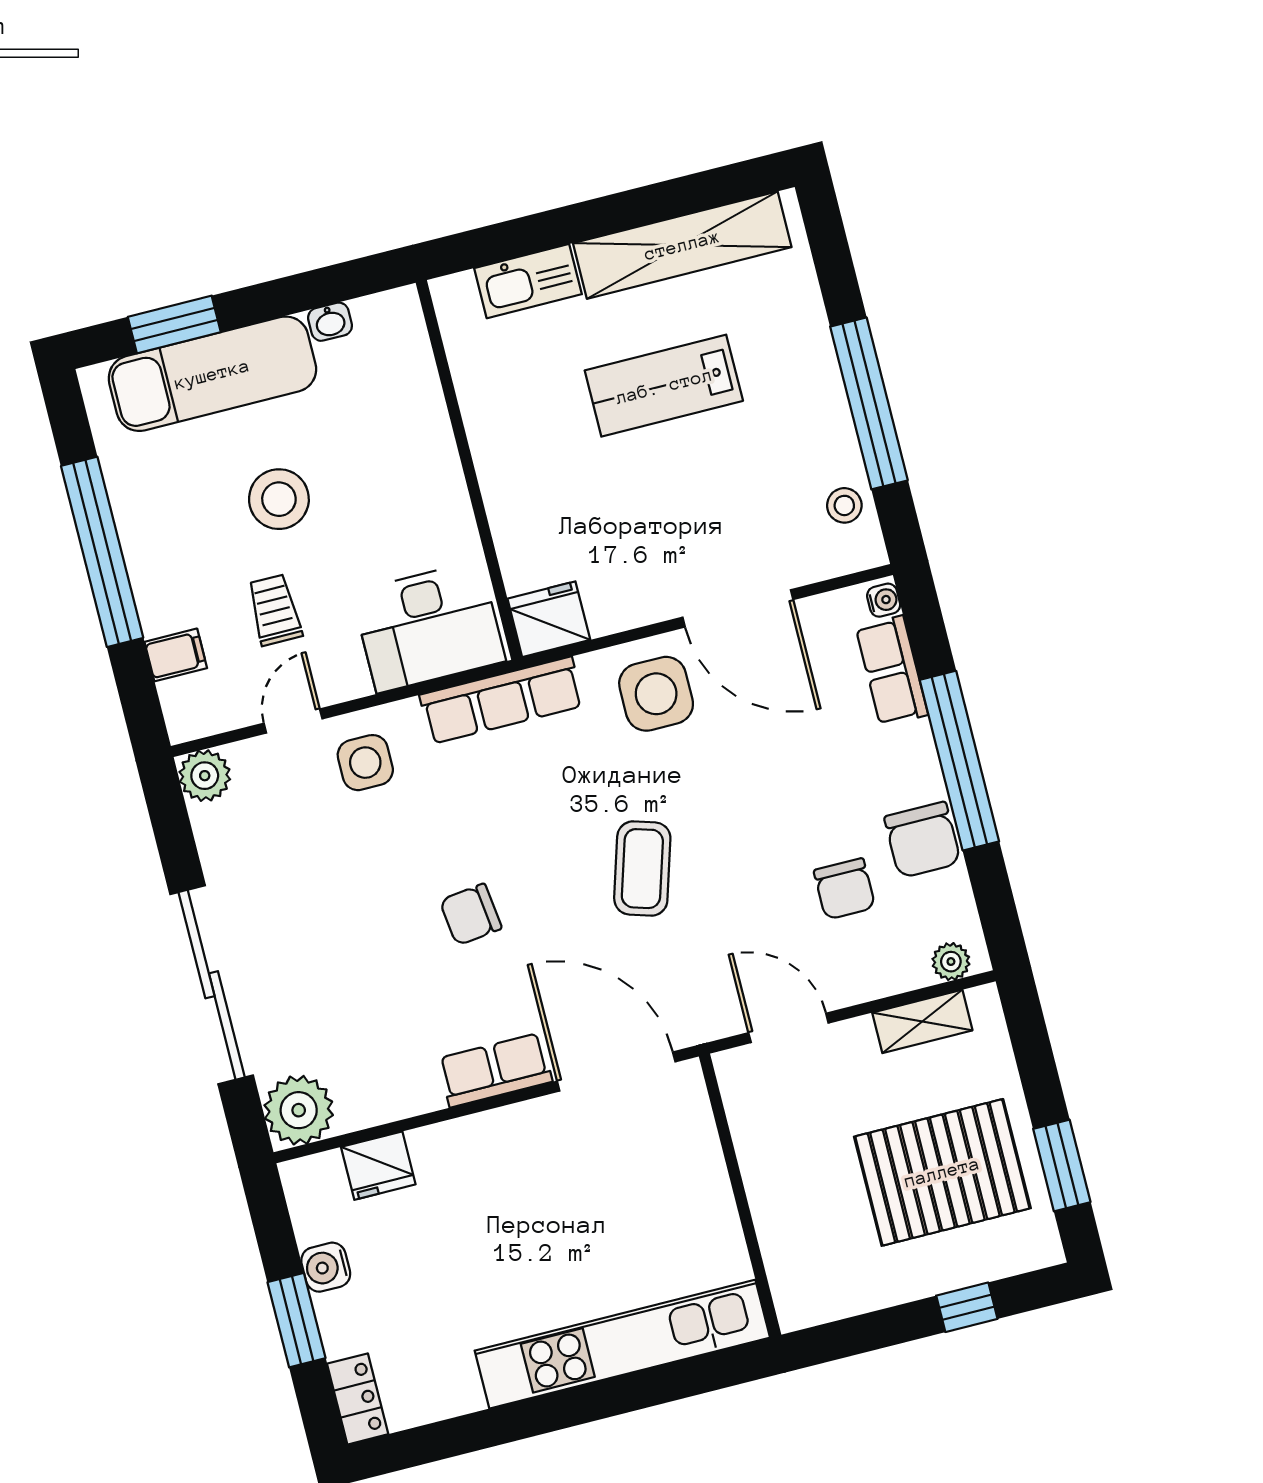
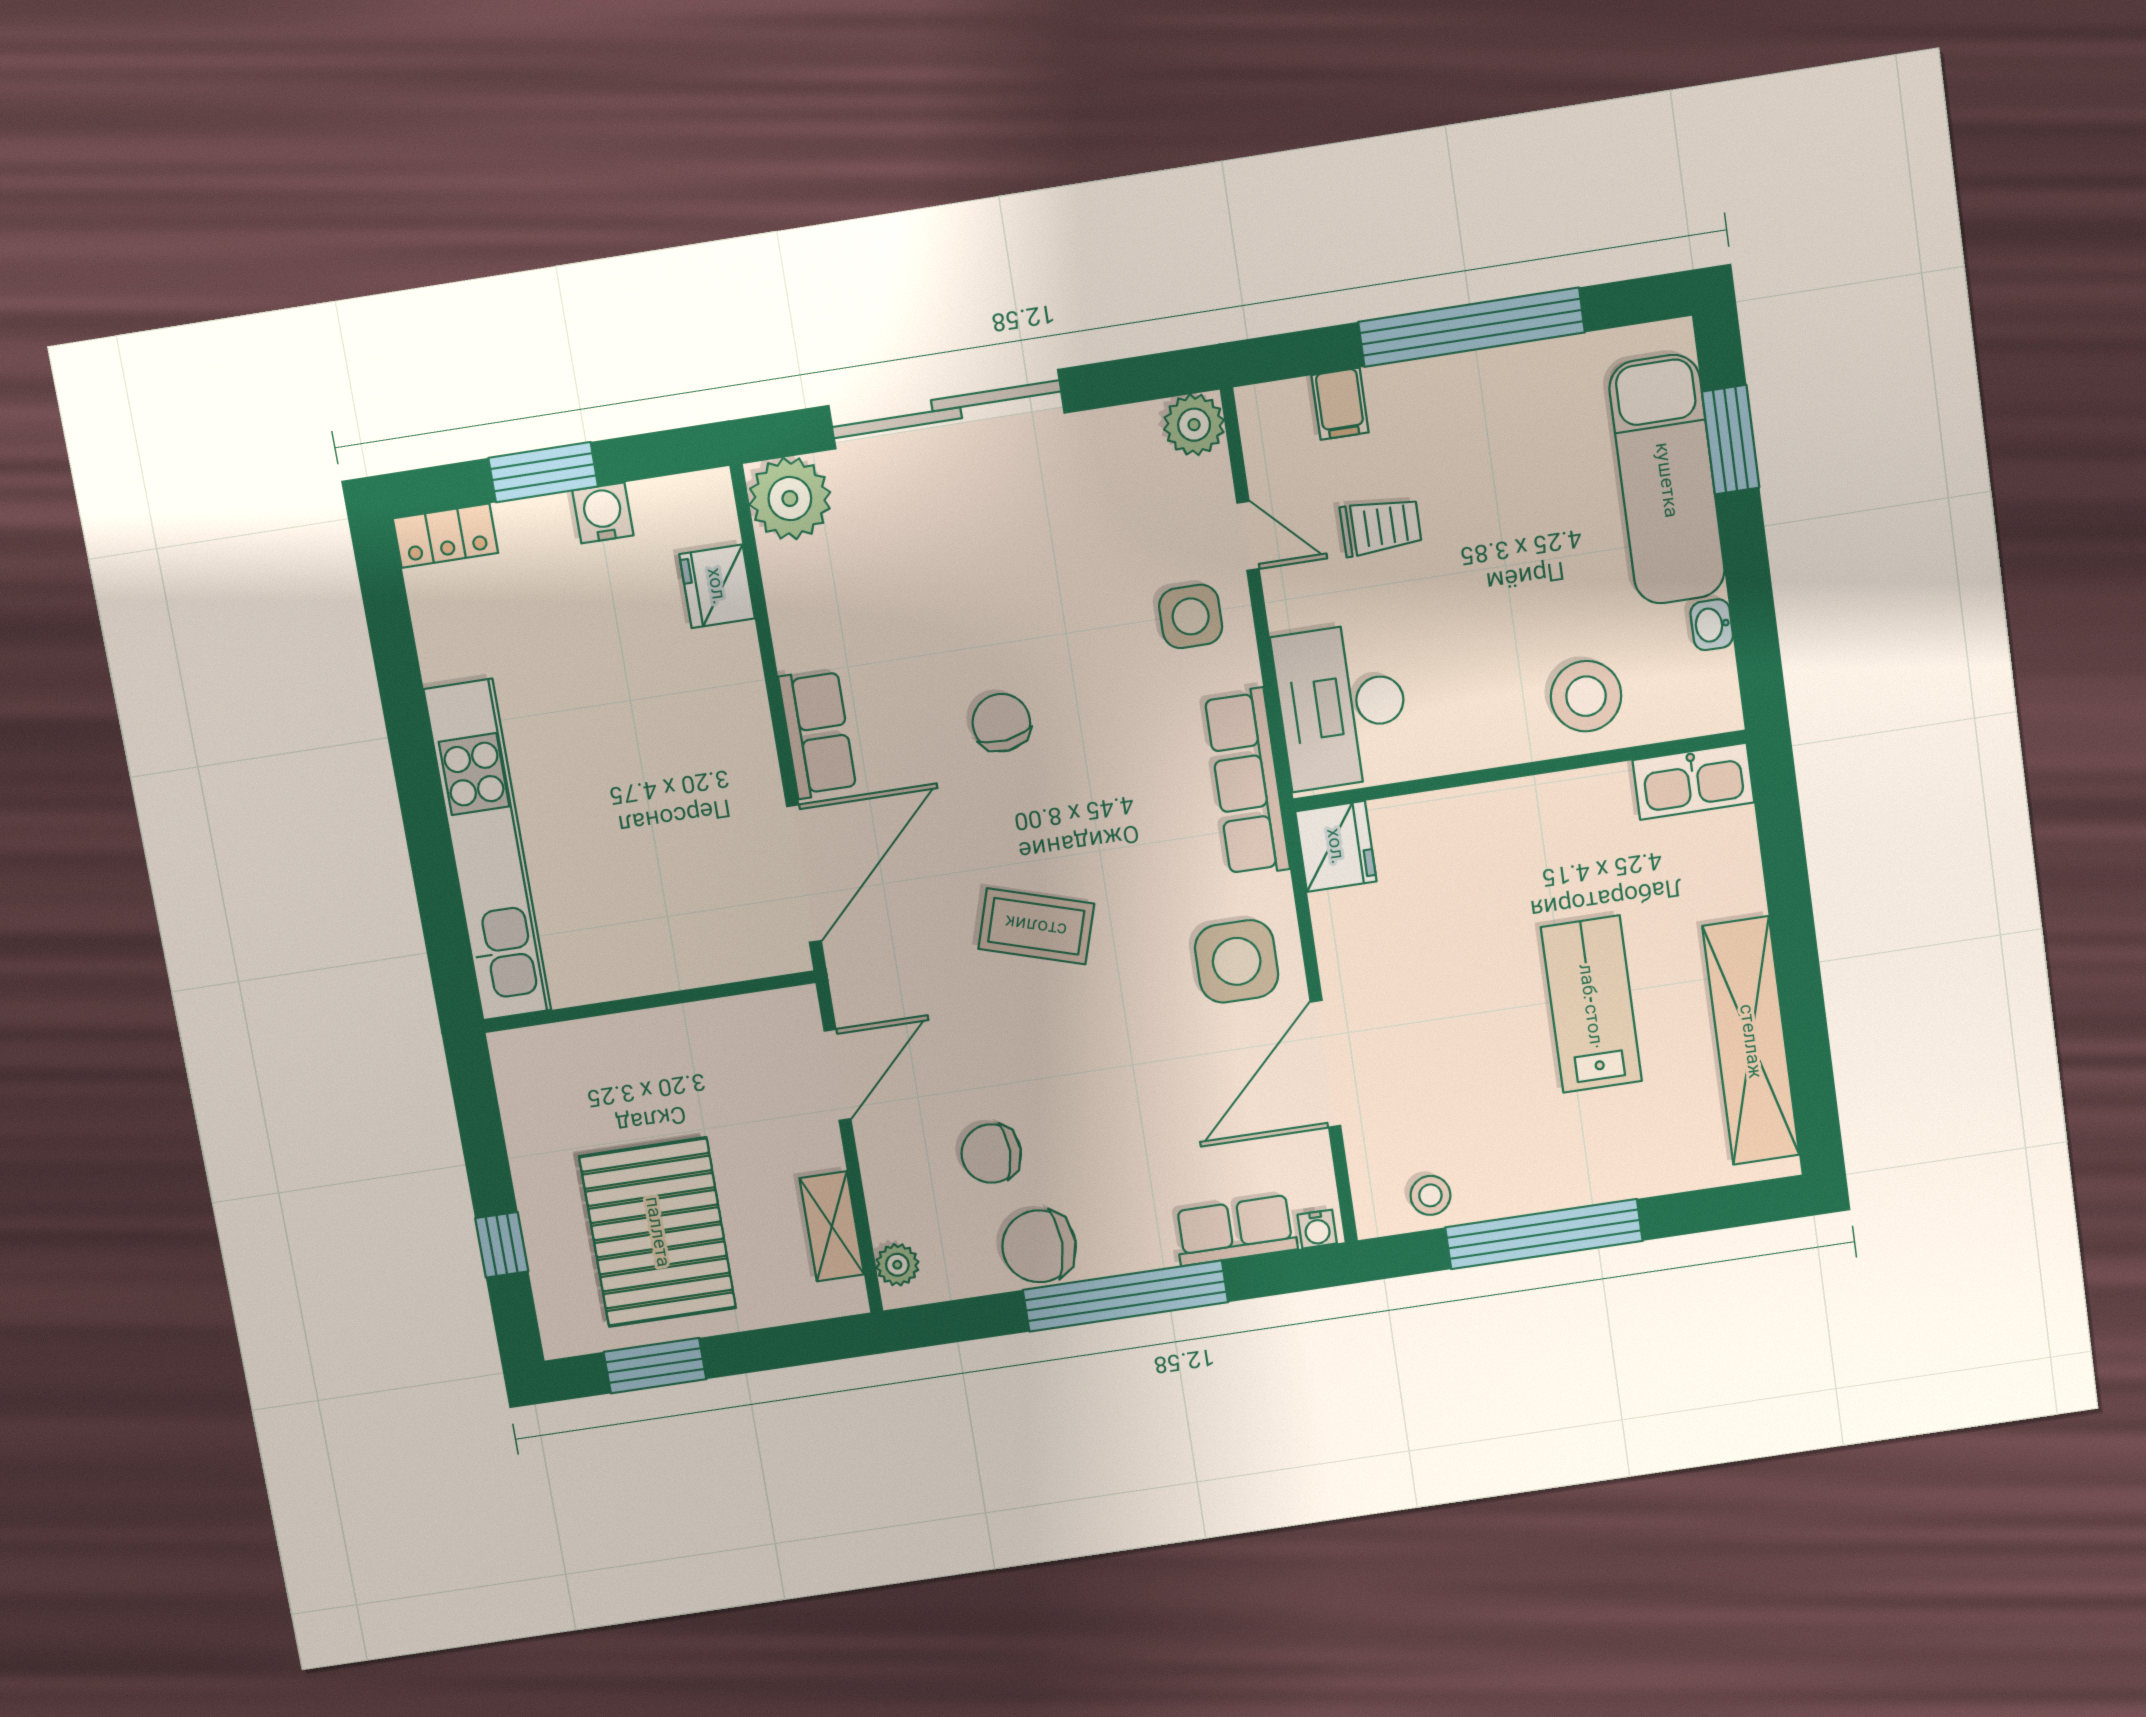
kitchen sink: (528, 281) -> (1693, 781), moved, turned -90
stool: (279, 499) -> (1586, 696), moved

